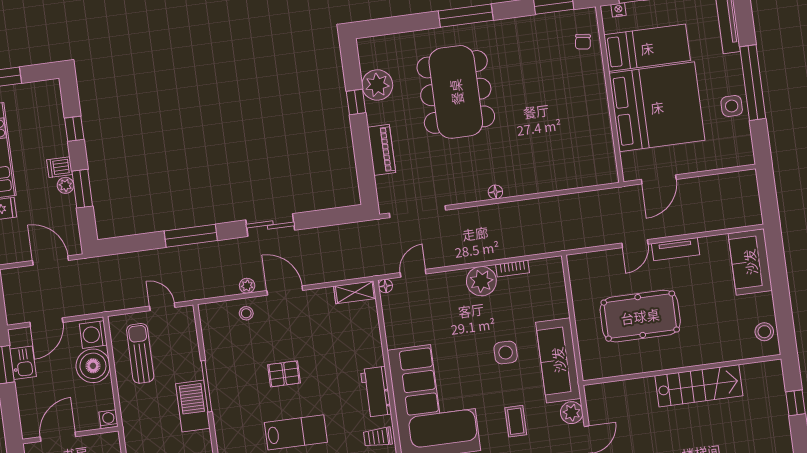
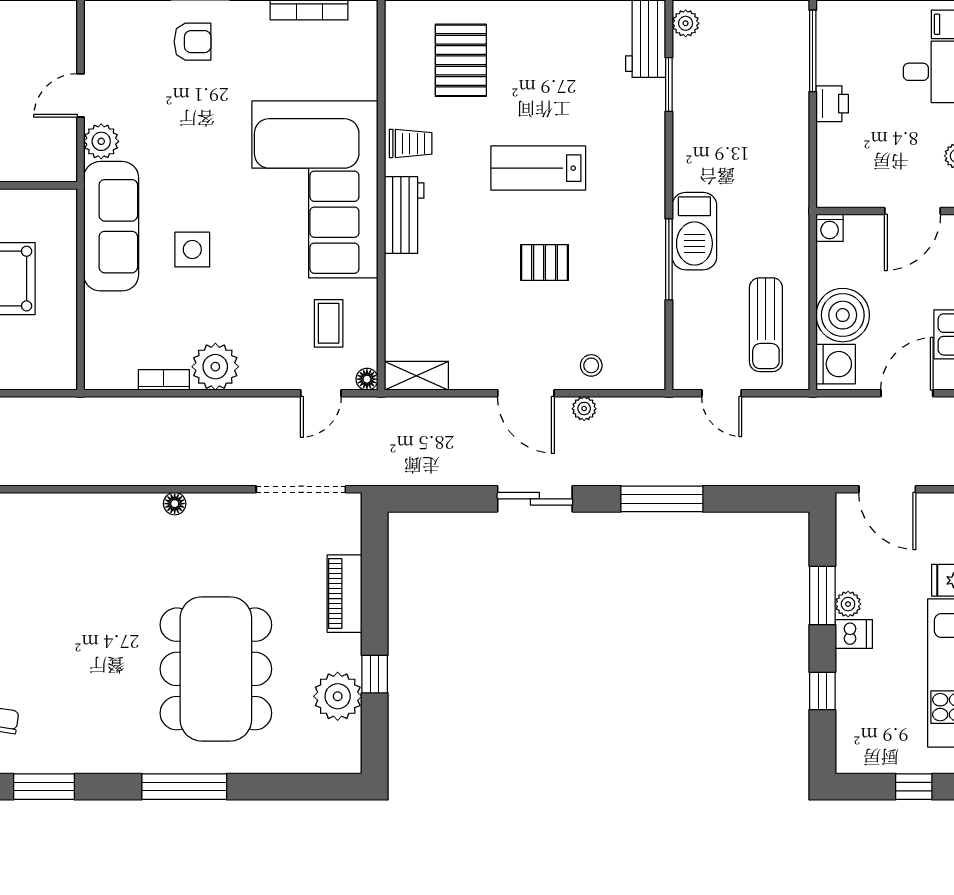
coffee table: (516, 421) -> (329, 323), moved

